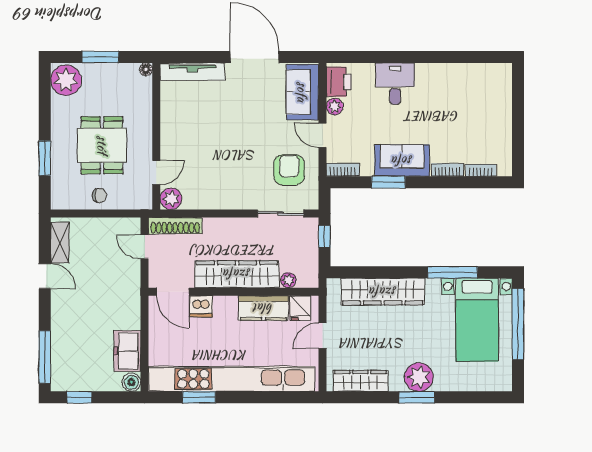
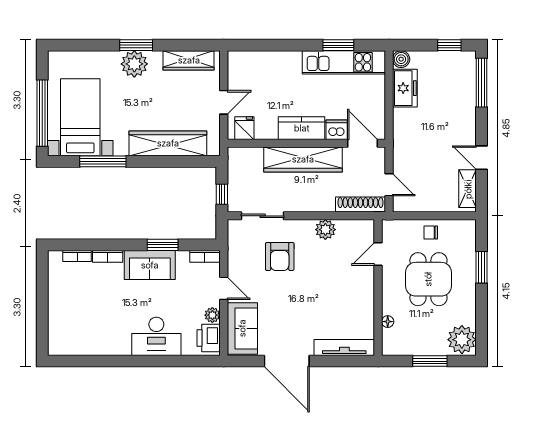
floor lamp: (146, 69) -> (388, 322), moved
desk: (395, 84) -> (156, 336), width x1.37
armchair: (289, 170) -> (280, 256), moved
plant: (171, 199) -> (325, 230), moved
plant: (288, 280) -> (255, 154), removed
kitchen counter: (263, 308) -> (302, 128), moved
kitchen unit: (232, 379) -> (344, 62), width x0.54

